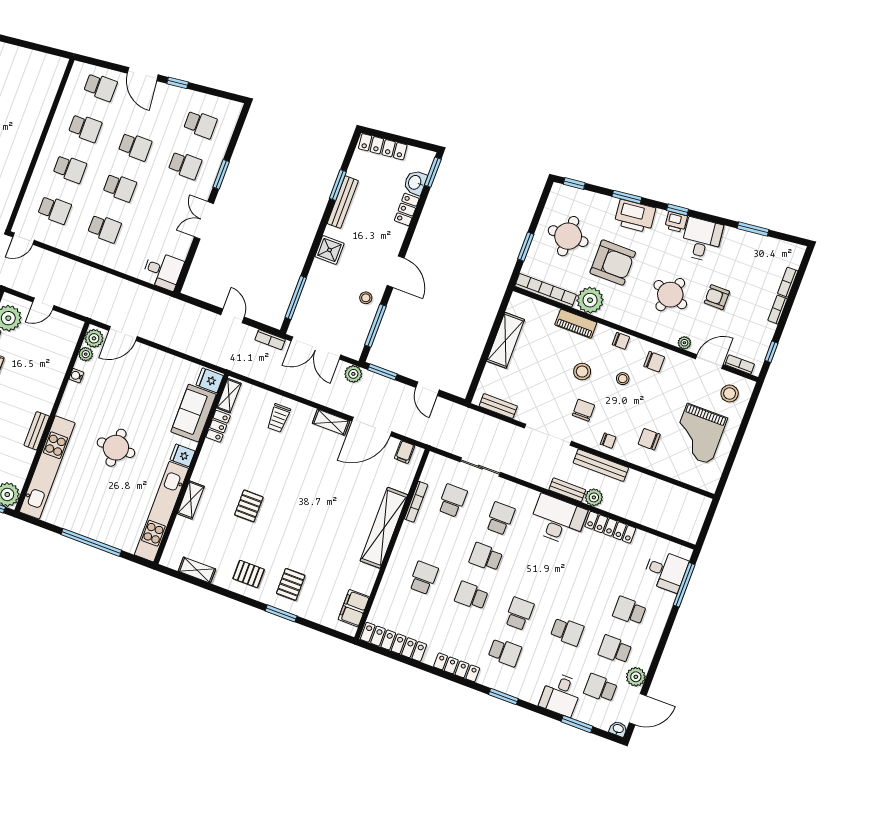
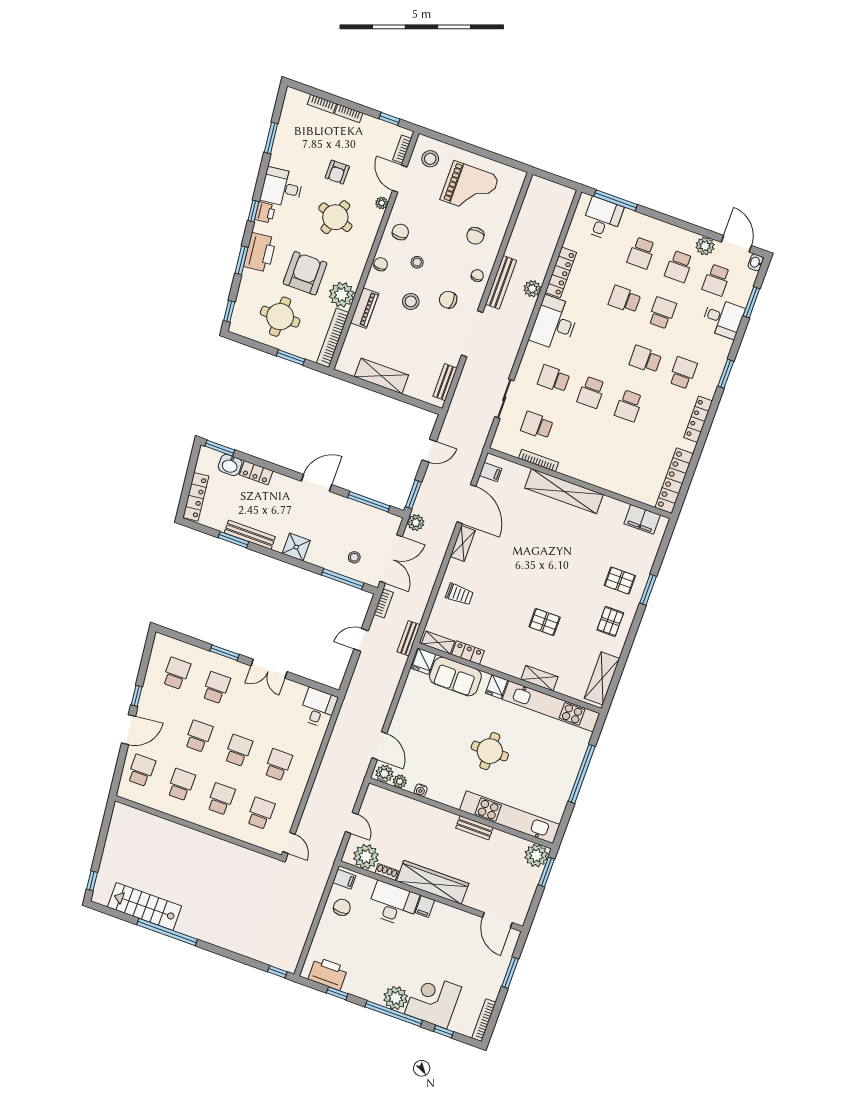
stool: (366, 298) -> (354, 557), moved
bench: (567, 490) -> (409, 638), moved
shelving: (197, 570) -> (602, 678), width x1.50, depth x1.33
school desk: (424, 578) -> (625, 299), moved

